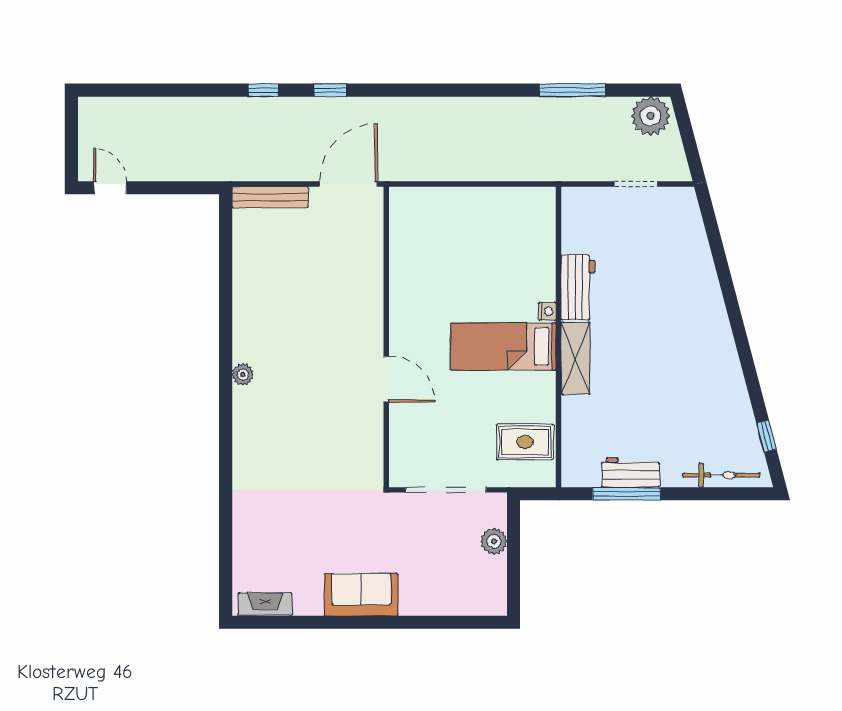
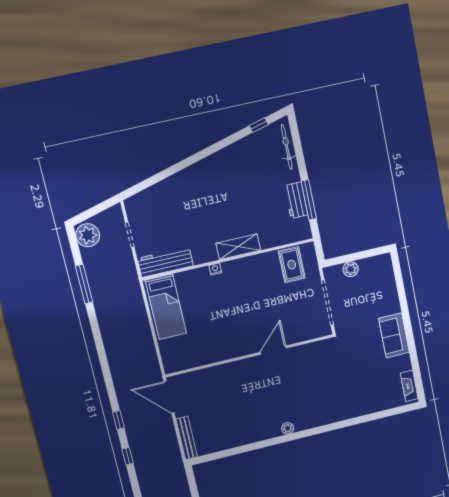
workbench: (578, 288) -> (165, 262), moved, width x1.37
bed: (503, 346) -> (166, 307), moved

